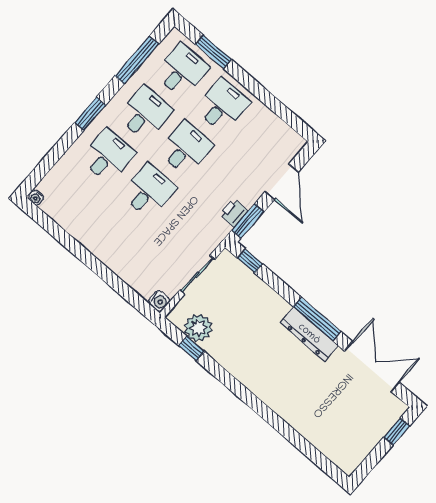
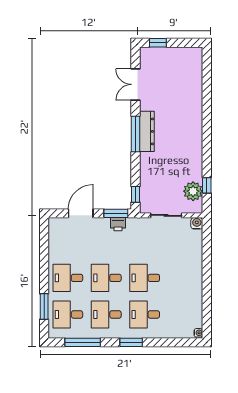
double door: (372, 367) -> (136, 84), width x0.73

